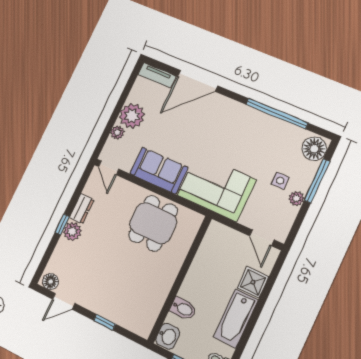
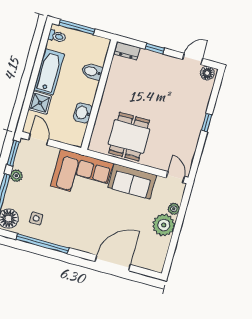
tv unit: (157, 75) -> (148, 264), removed
side table: (280, 181) -> (36, 218), moved
dresser: (82, 209) -> (127, 51), moved, turned -90
window: (296, 227) -> (13, 153), added
plant: (72, 231) -> (197, 118), removed
washbasin: (168, 336) -> (83, 113), moved

